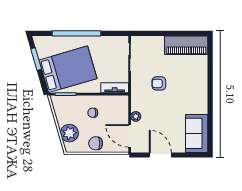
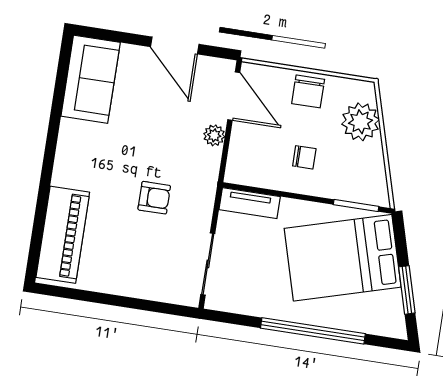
piano: (186, 45) -> (63, 235), moved, turned 90
chair: (96, 143) -> (308, 91), turned 90

